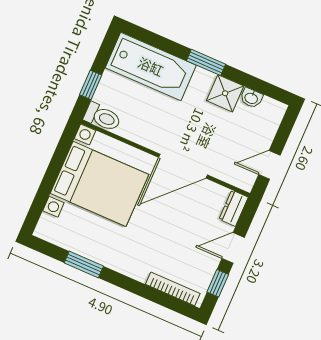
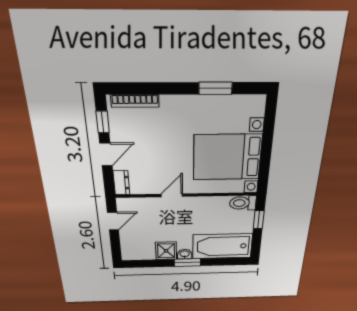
washbasin: (251, 98) -> (185, 254), moved
door: (183, 166) -> (172, 195), width x0.53

